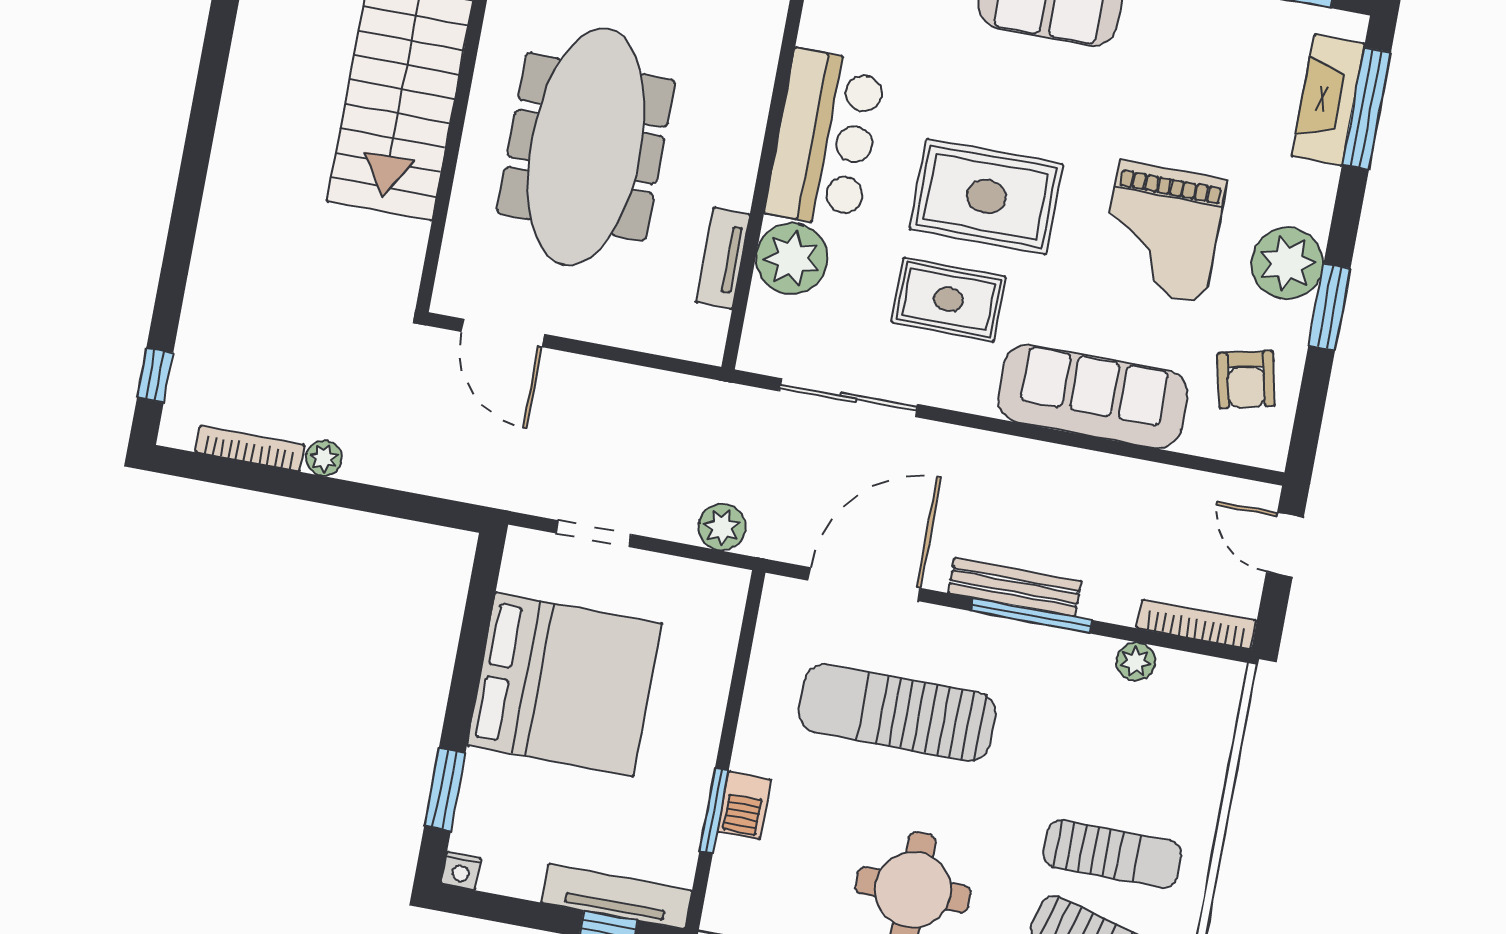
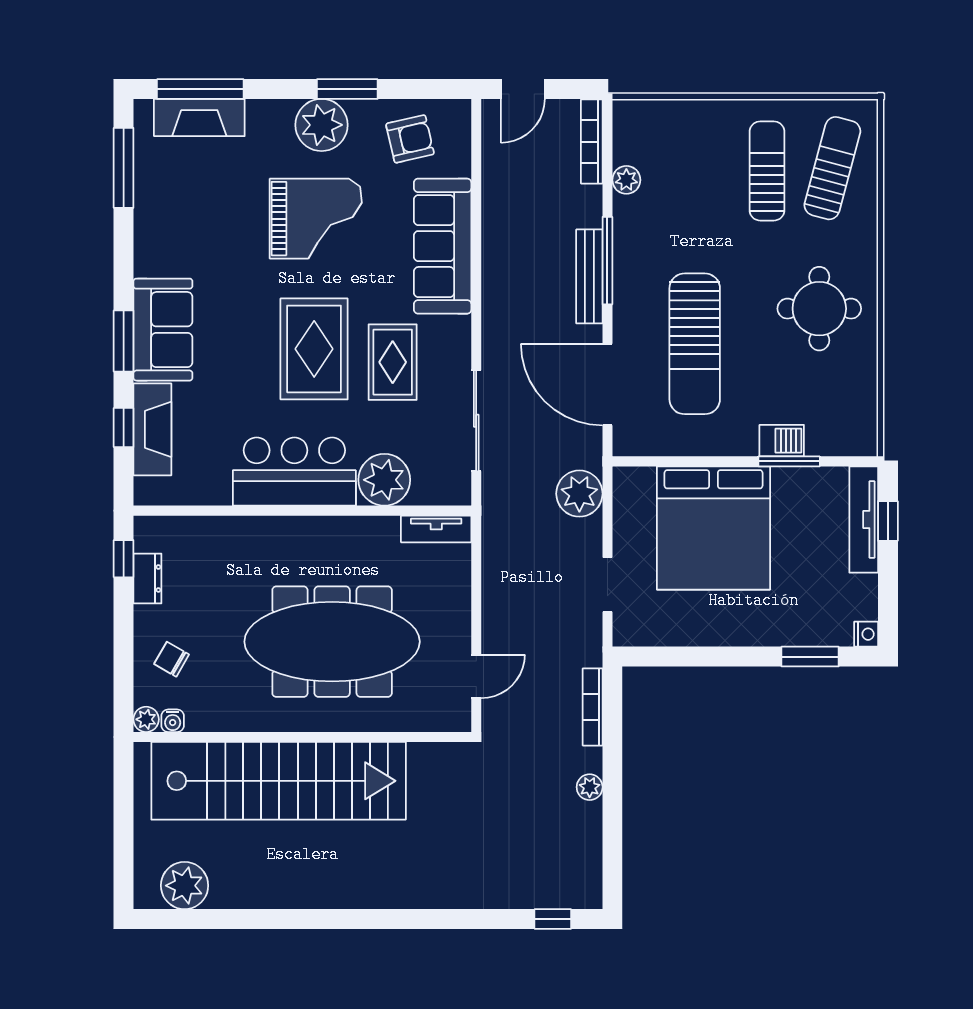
tv unit: (723, 258) -> (436, 529), moved
door: (503, 333) -> (476, 676), width x0.73
bookcase: (250, 449) -> (593, 707), moved
plant: (722, 527) -> (579, 494), width x1.36, depth x1.36
bed: (564, 684) -> (714, 528), moved, turned 180

